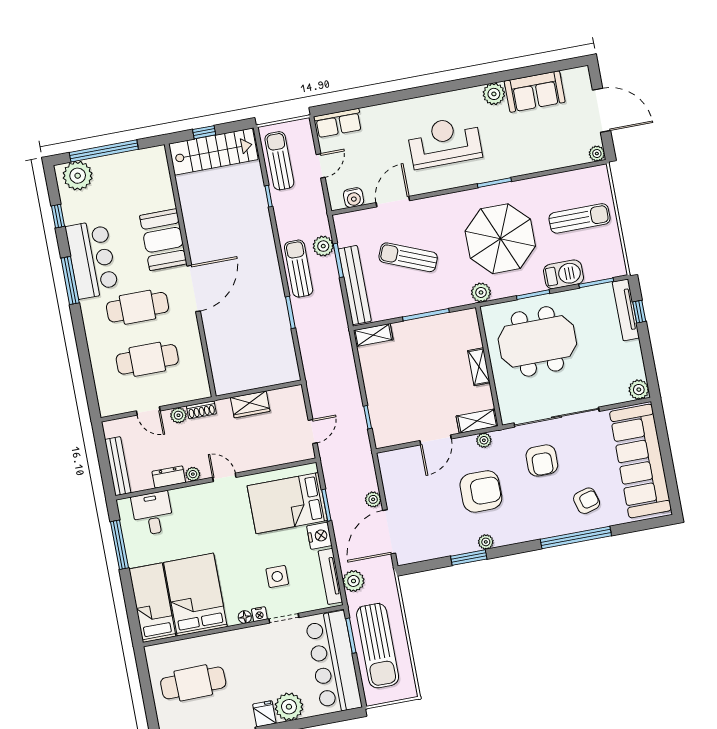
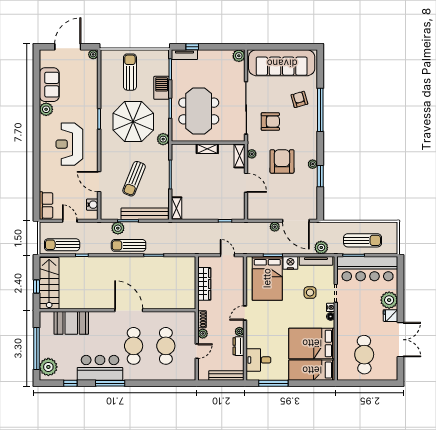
booth: (163, 240) -> (71, 323), moved
tv unit: (626, 310) -> (184, 55), width x0.71
wardrobe: (250, 404) -> (204, 284), width x1.50
sun lounger: (378, 646) -> (363, 240), width x0.73, depth x0.75

